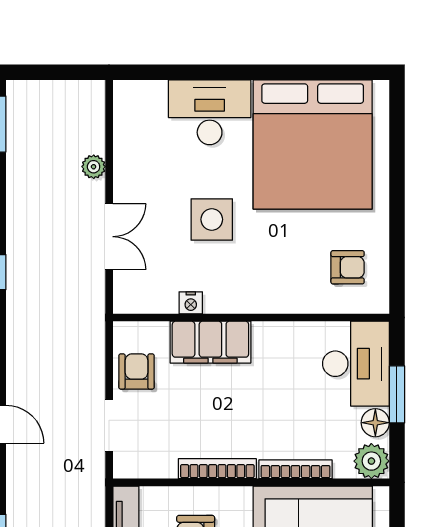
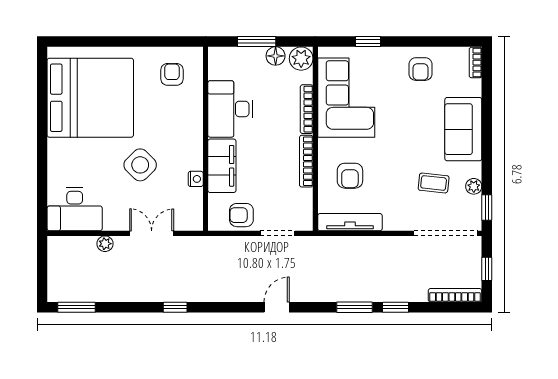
desk: (210, 112) -> (75, 209), moved, turned -90
side table: (212, 219) -> (140, 165), turned 45
desk: (356, 364) -> (230, 109), moved, turned -90

